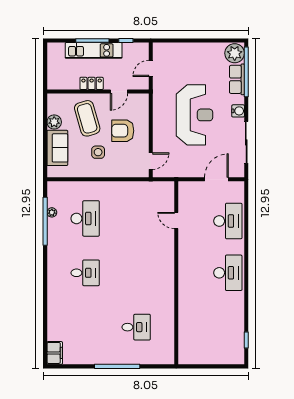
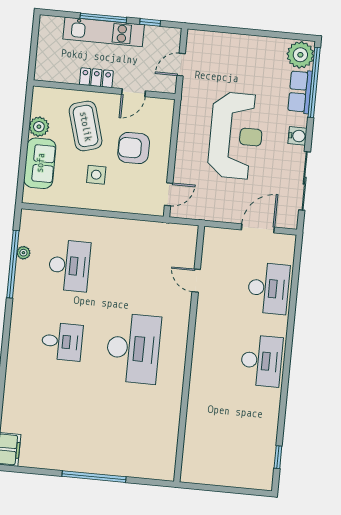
desk: (136, 327) -> (133, 348), moved, width x1.87, depth x1.30

